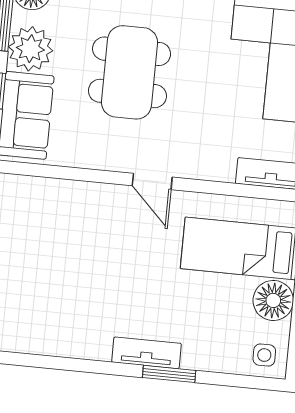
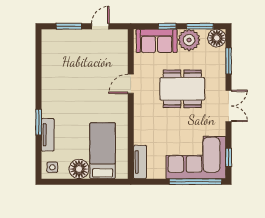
door: (152, 181) -> (131, 84), moved
tv unit: (146, 353) -> (48, 135), moved

